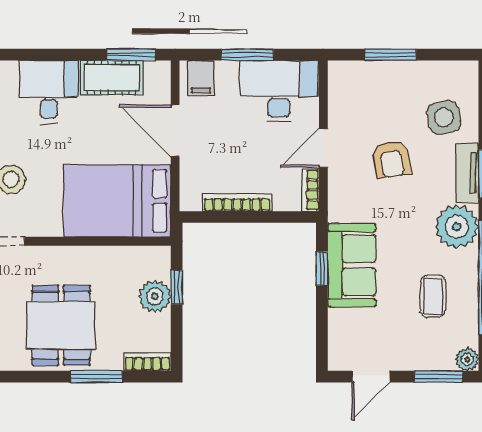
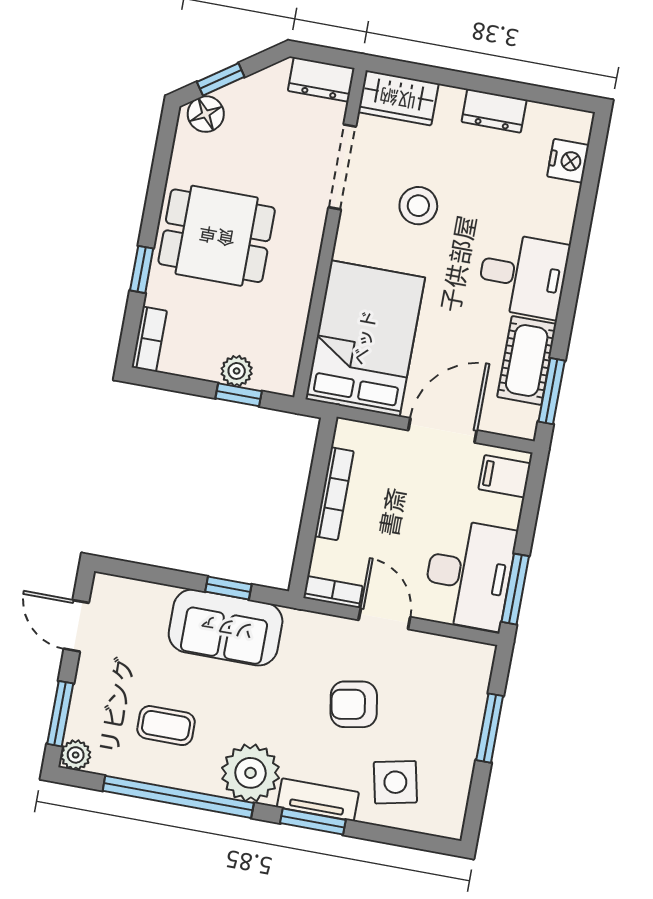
window: (247, 55) -> (515, 589), moved
plant: (155, 296) -> (237, 371), width x0.73, depth x0.73
window: (96, 377) -> (142, 269), width x0.67

